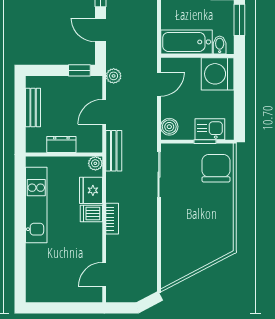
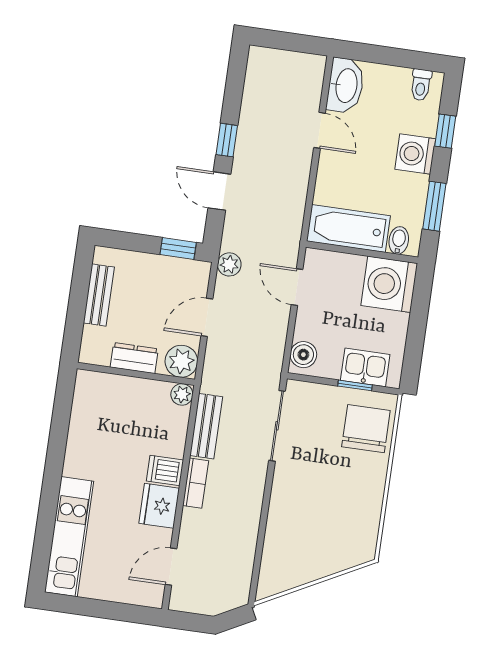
door: (159, 84) -> (297, 287), swing flipped
plant: (92, 142) -> (181, 361), added
bench: (114, 151) -> (206, 426), moved
fridge: (91, 190) -> (159, 506), moved
kitchen unit: (36, 205) -> (69, 537), moved

